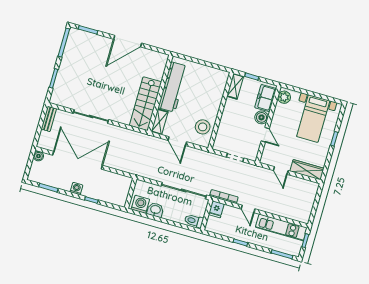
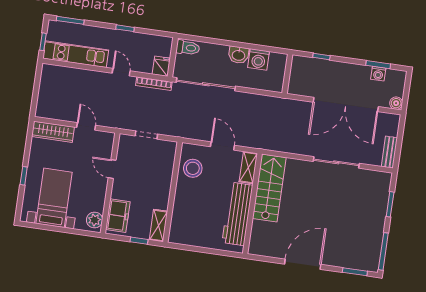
boiler: (261, 117) -> (120, 190), removed
washing machine: (76, 189) -> (378, 74), moved
wall: (131, 193) -> (287, 74), moved

